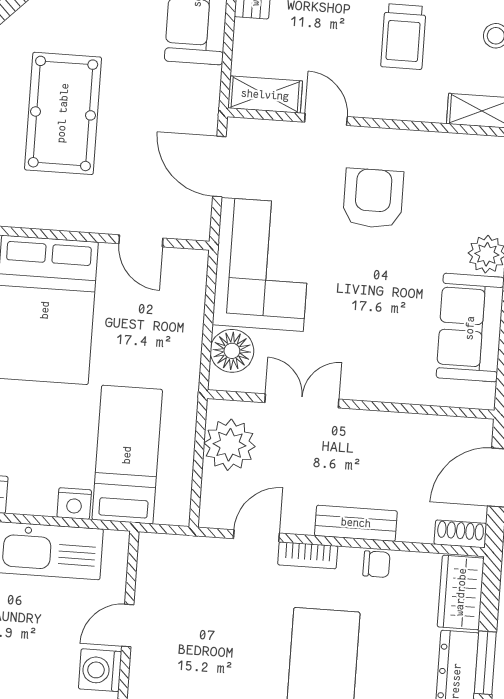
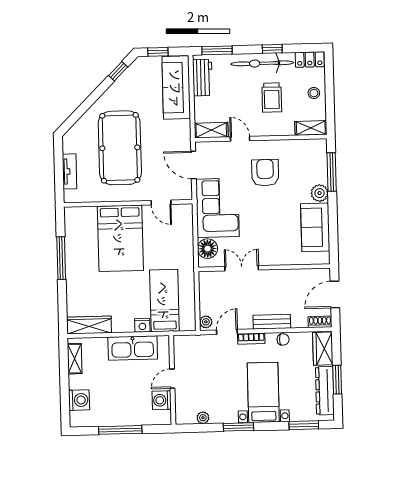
pool table: (63, 113) -> (120, 148), width x1.36, depth x1.32
plant: (230, 445) -> (206, 322), moved, width x0.53, depth x0.53

